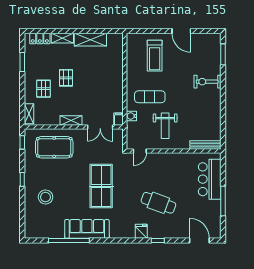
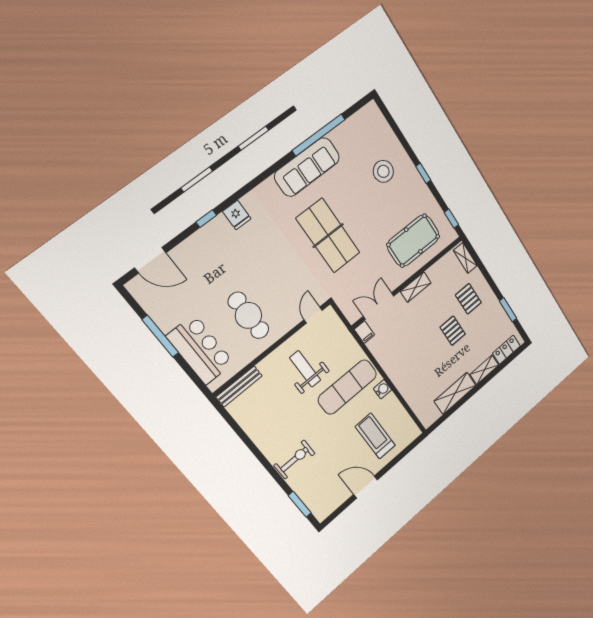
exercise mat: (150, 97) -> (348, 387), width x1.36, depth x1.45
water cooler: (131, 116) -> (382, 389), moved
cafe table: (158, 203) -> (248, 315), moved, turned 70

